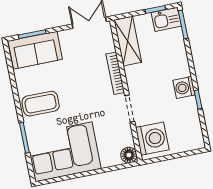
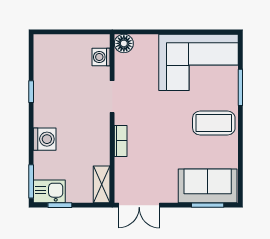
shelving: (128, 41) -> (102, 184), width x0.67, depth x0.75
bookcase: (115, 73) -> (121, 141), width x0.64
washing machine: (184, 88) -> (45, 139), moved
washing machine: (152, 139) -> (101, 57), width x0.53, depth x0.53

